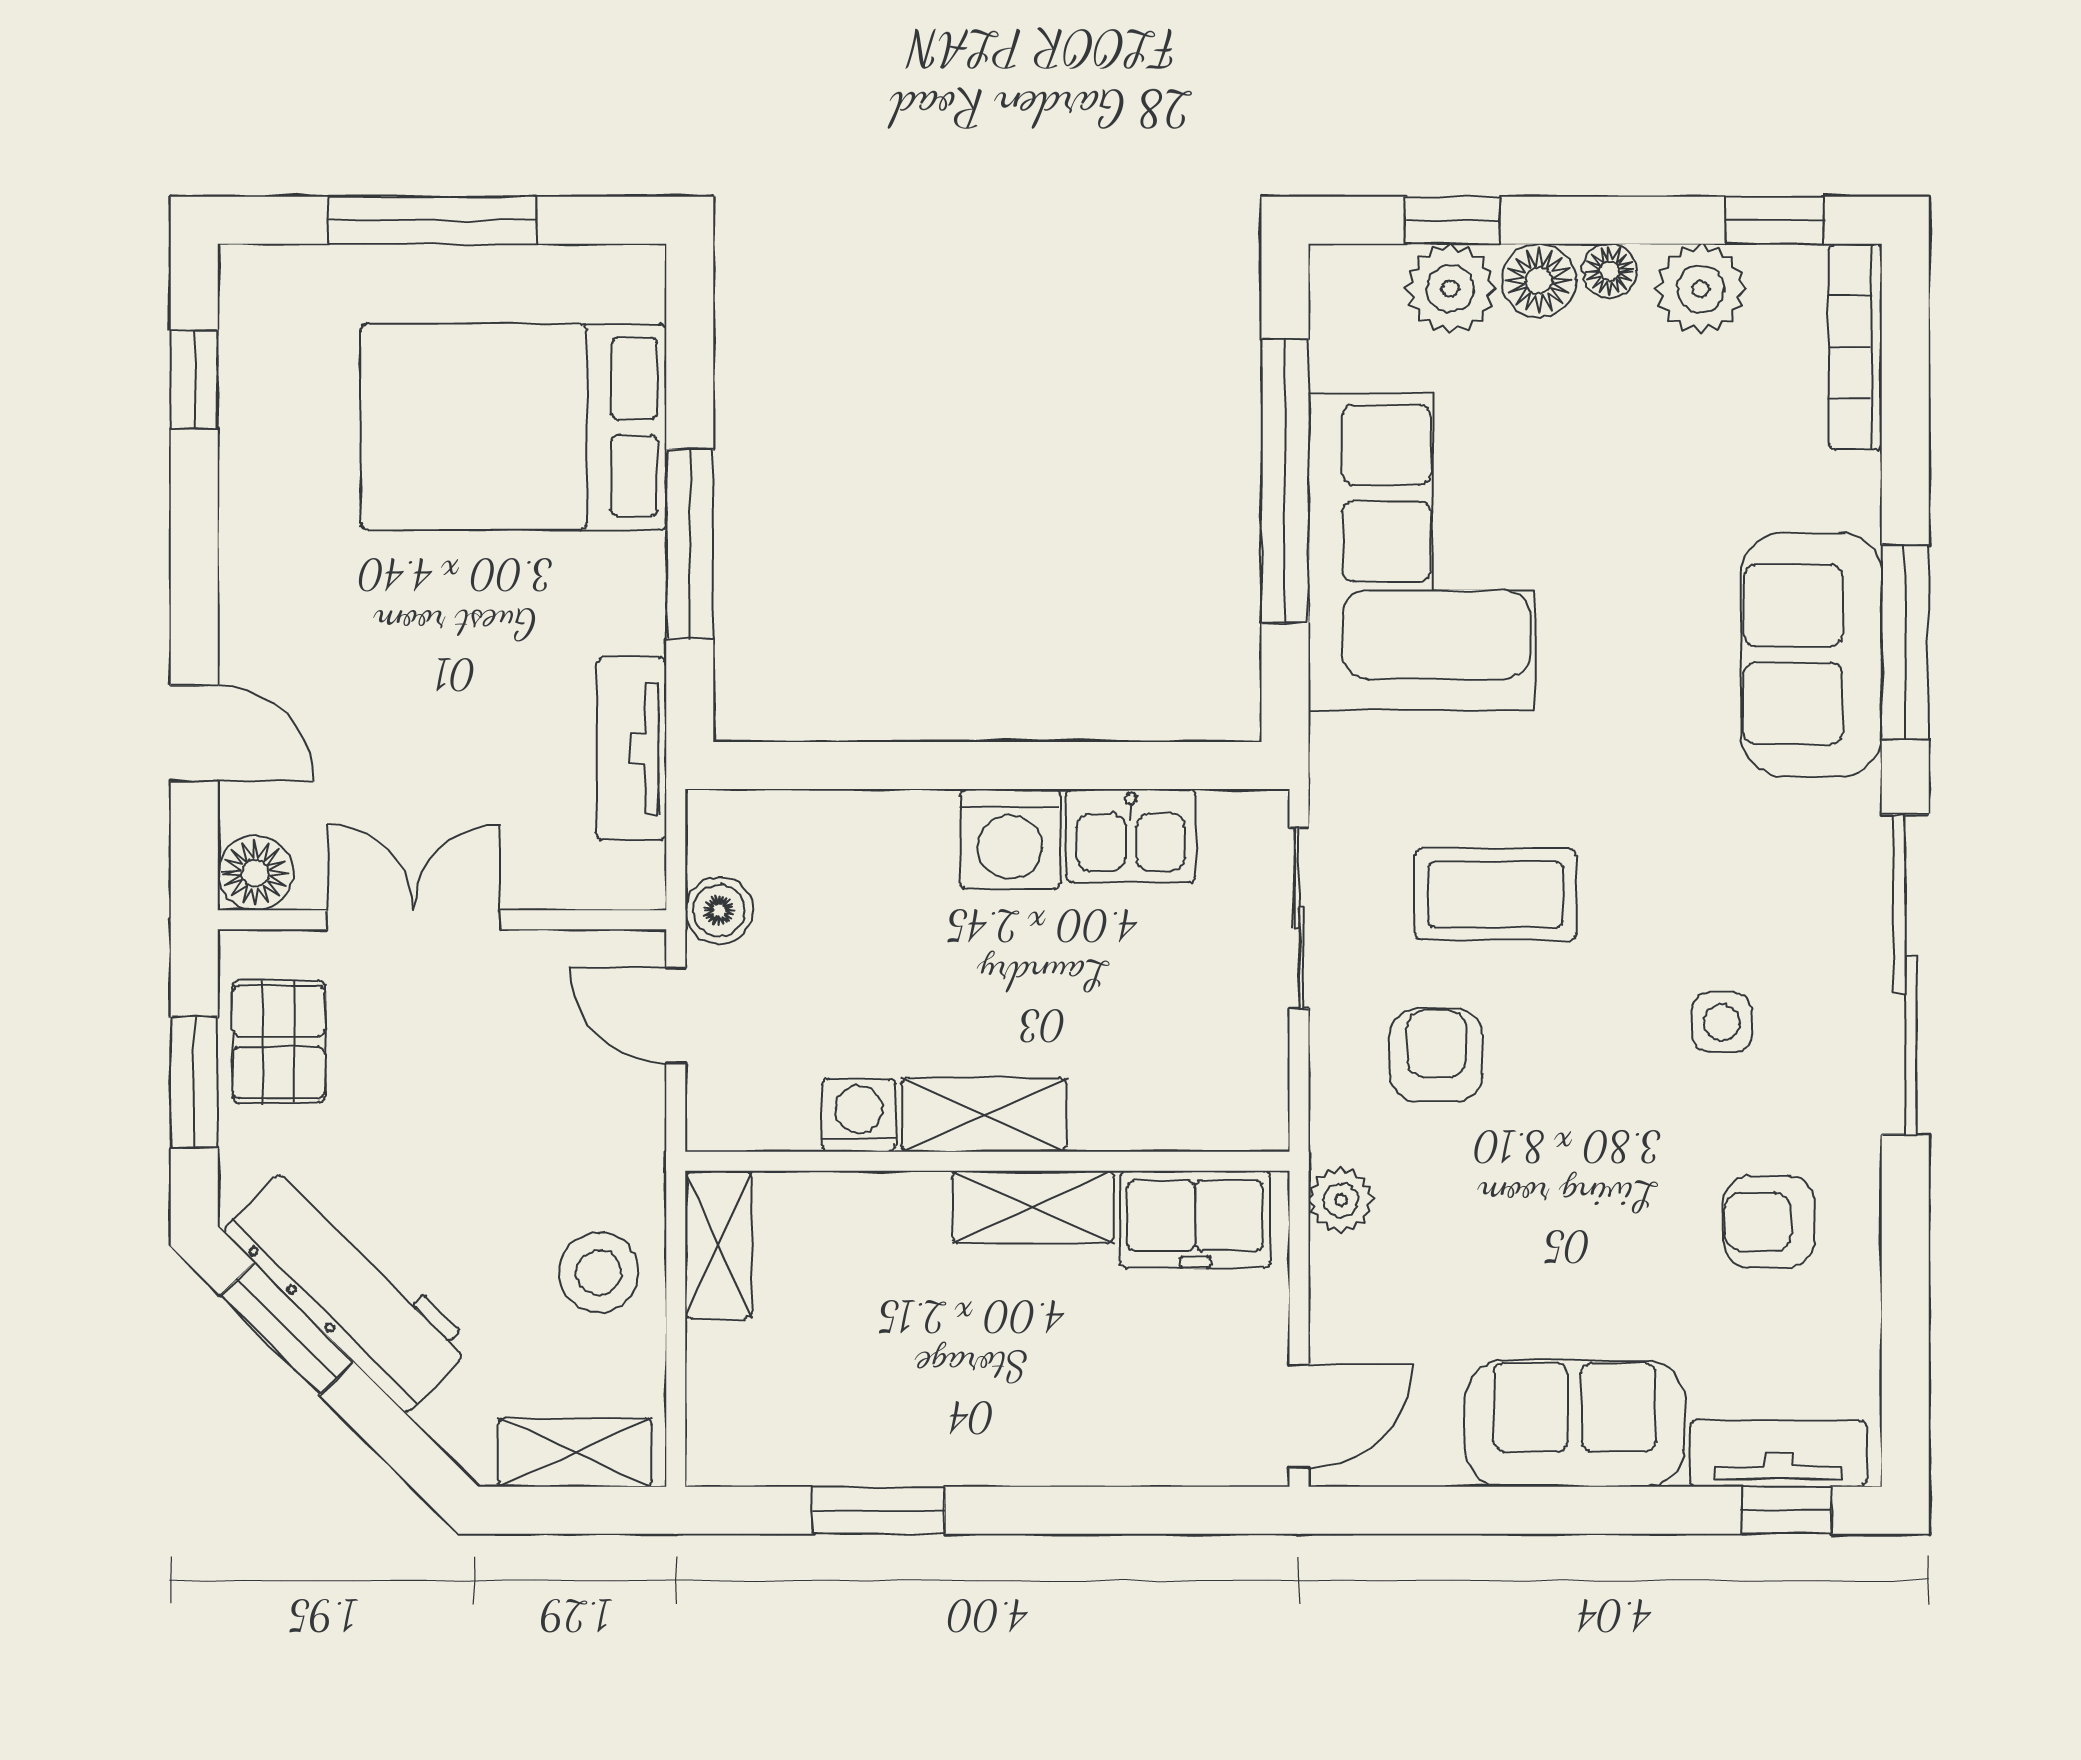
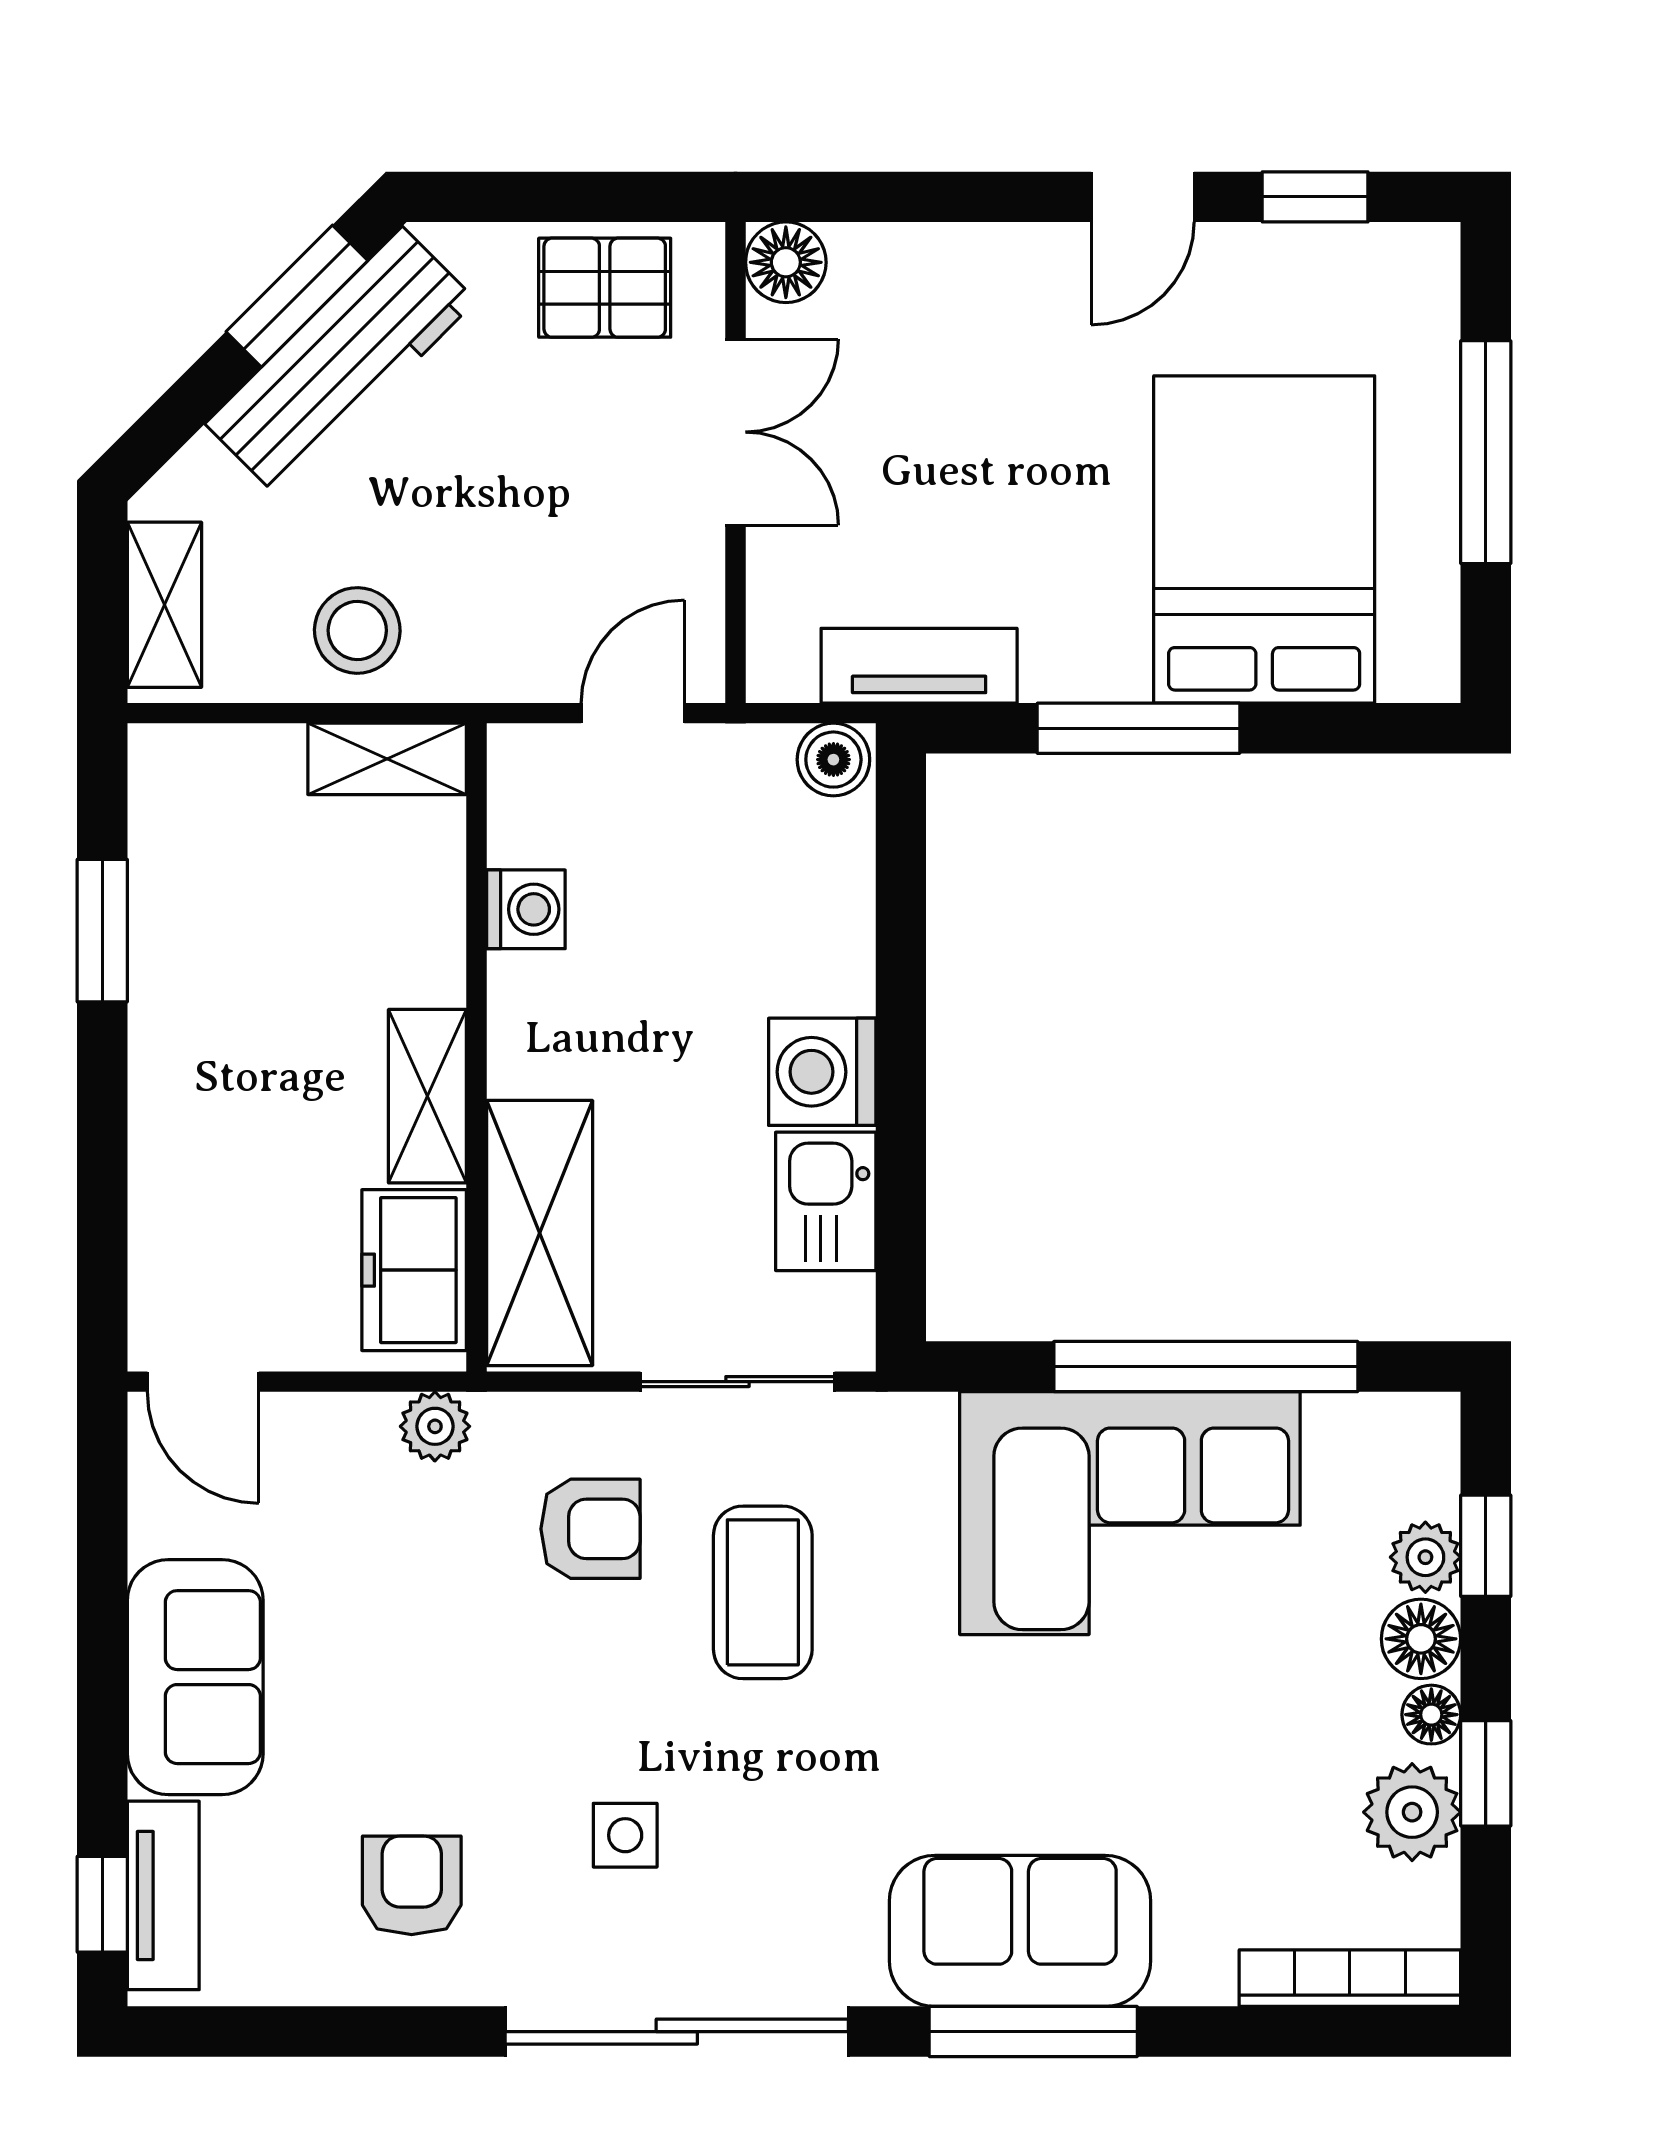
window: (1774, 220) -> (1486, 1773), moved
plant: (1451, 289) -> (1425, 1557), width x0.73, depth x0.73
door: (194, 733) -> (1143, 197), moved
boiler: (719, 911) -> (833, 760), moved
window: (194, 1082) -> (561, 197), removed
shelving: (984, 1115) -> (540, 1233), moved, width x1.50, depth x1.33

